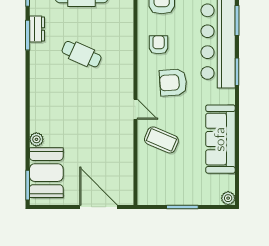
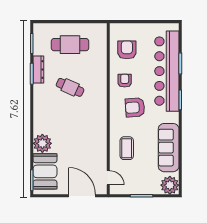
dresser: (37, 29) -> (38, 69), width x1.44
door: (136, 109) -> (108, 178), moved
plant: (36, 139) -> (42, 143), width x1.88, depth x1.88
coffee table: (161, 140) -> (127, 148), turned 67
plant: (228, 198) -> (170, 185), width x1.88, depth x1.88

